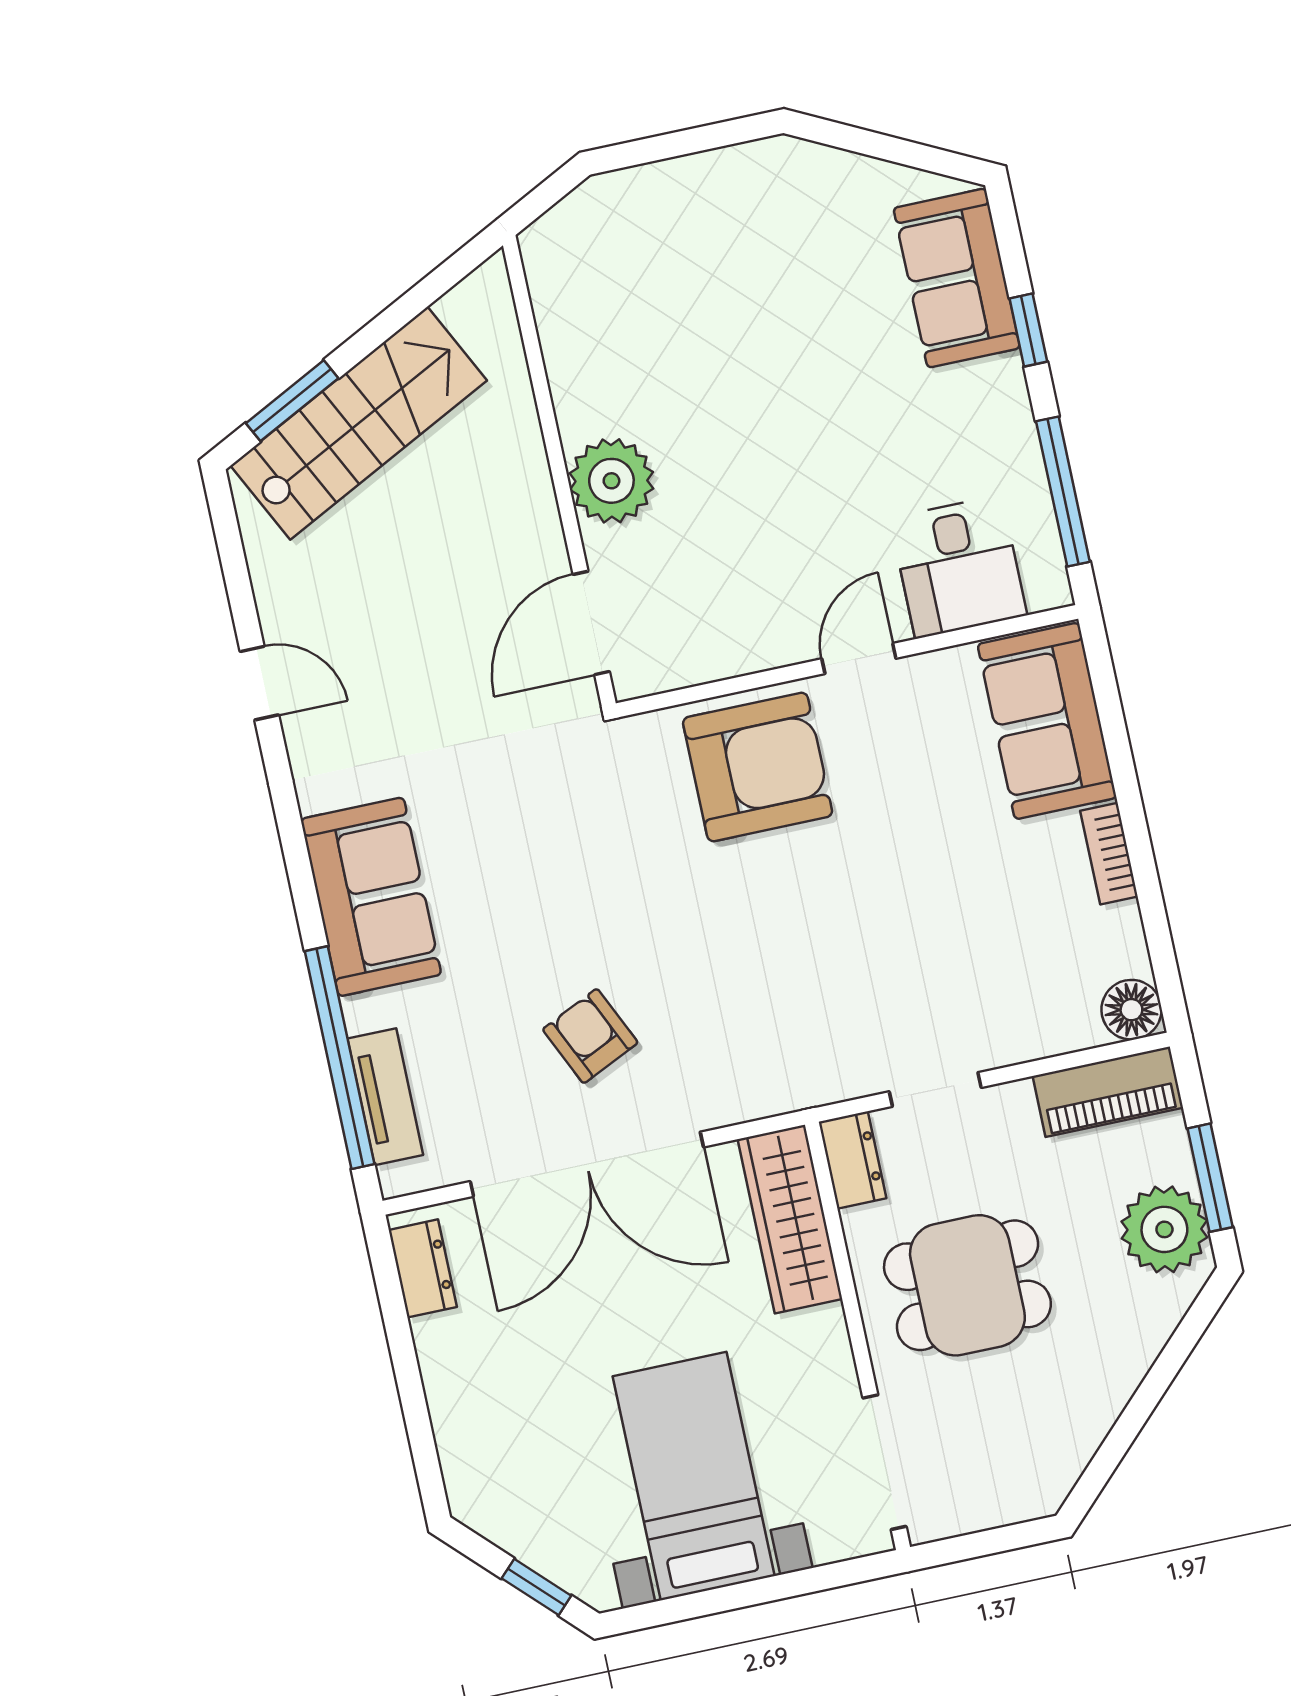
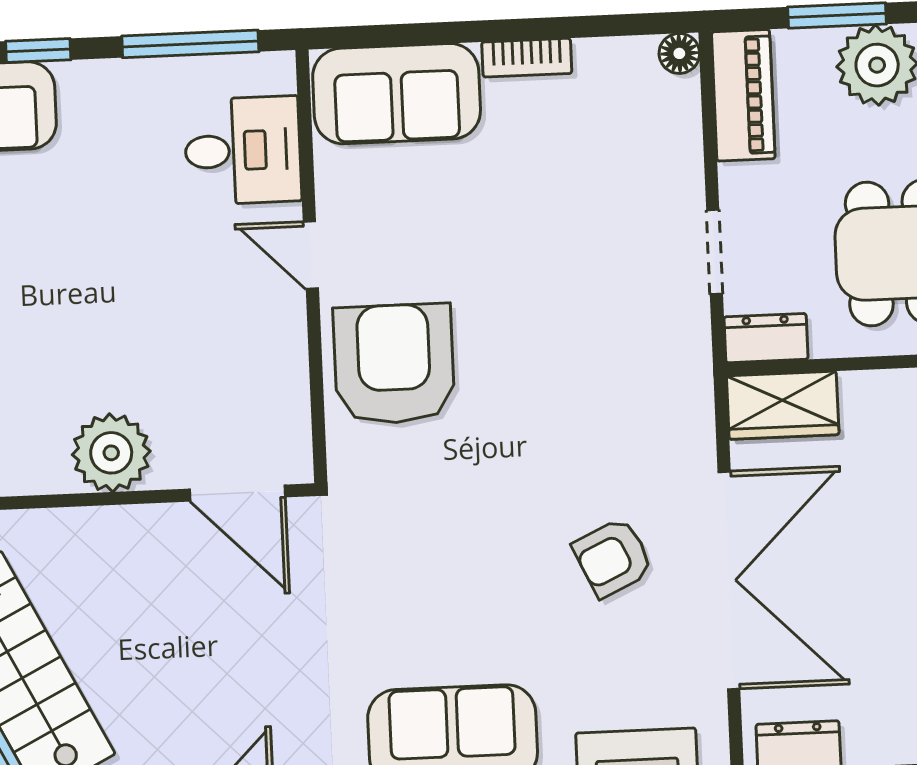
floor lamp: (1131, 1010) -> (679, 53), width x0.73, depth x0.73
wardrobe: (790, 1219) -> (783, 405), width x0.67

